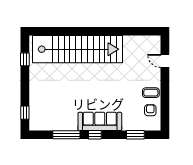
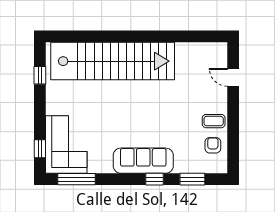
corner sofa: (44, 110) -> (66, 144), added
window: (66, 135) -> (76, 179), moved
window: (95, 135) -> (155, 179), moved

